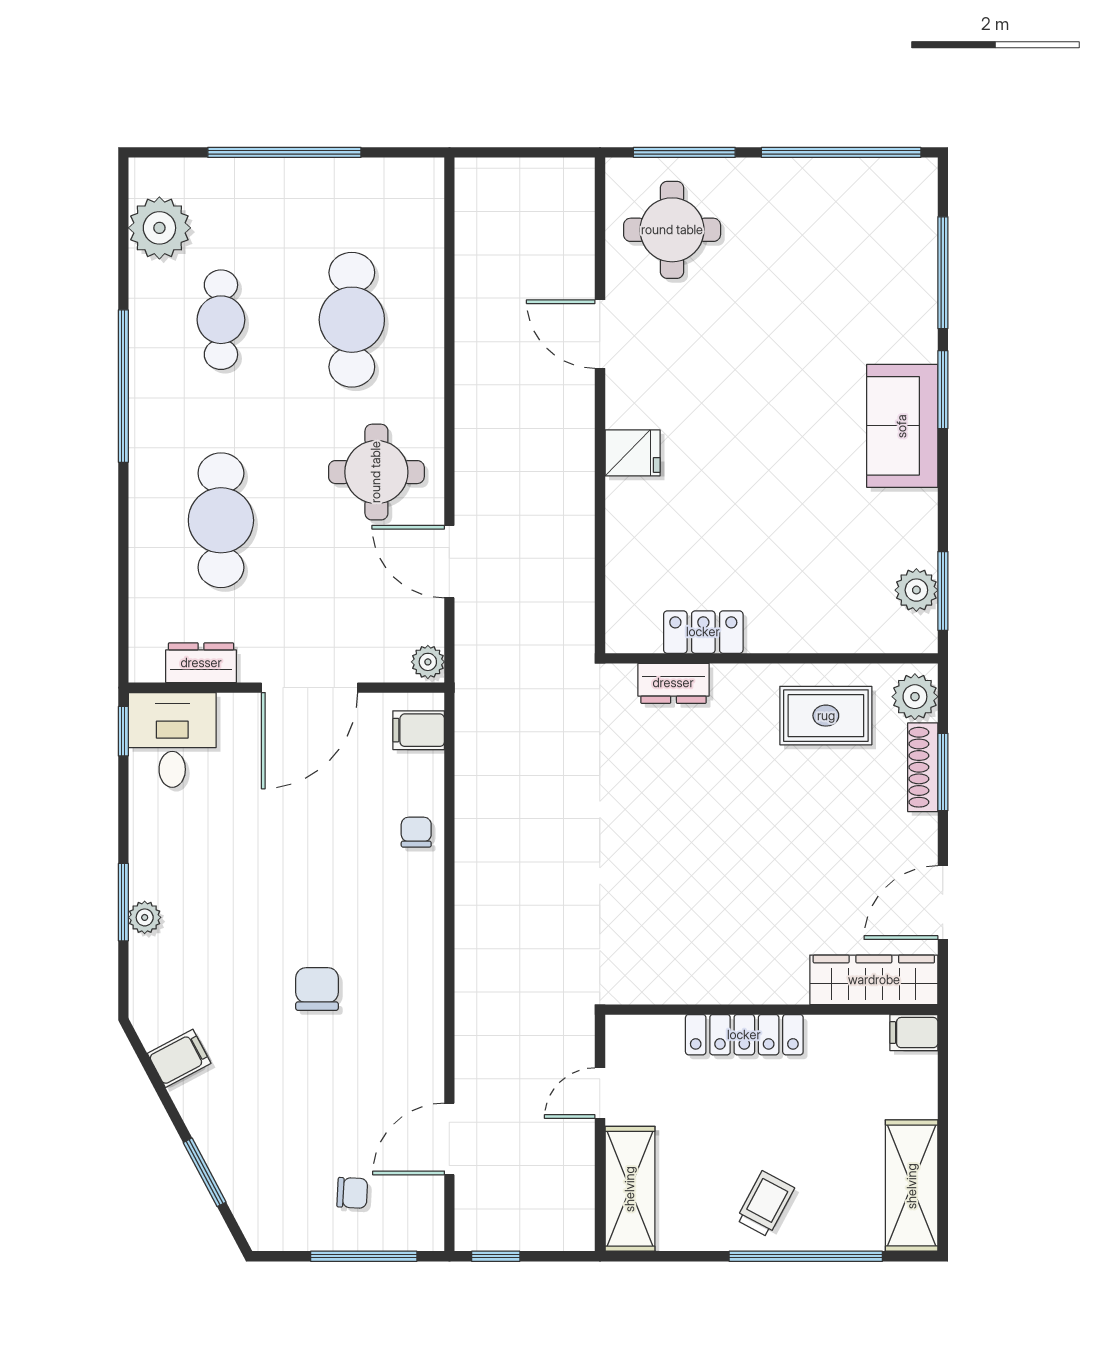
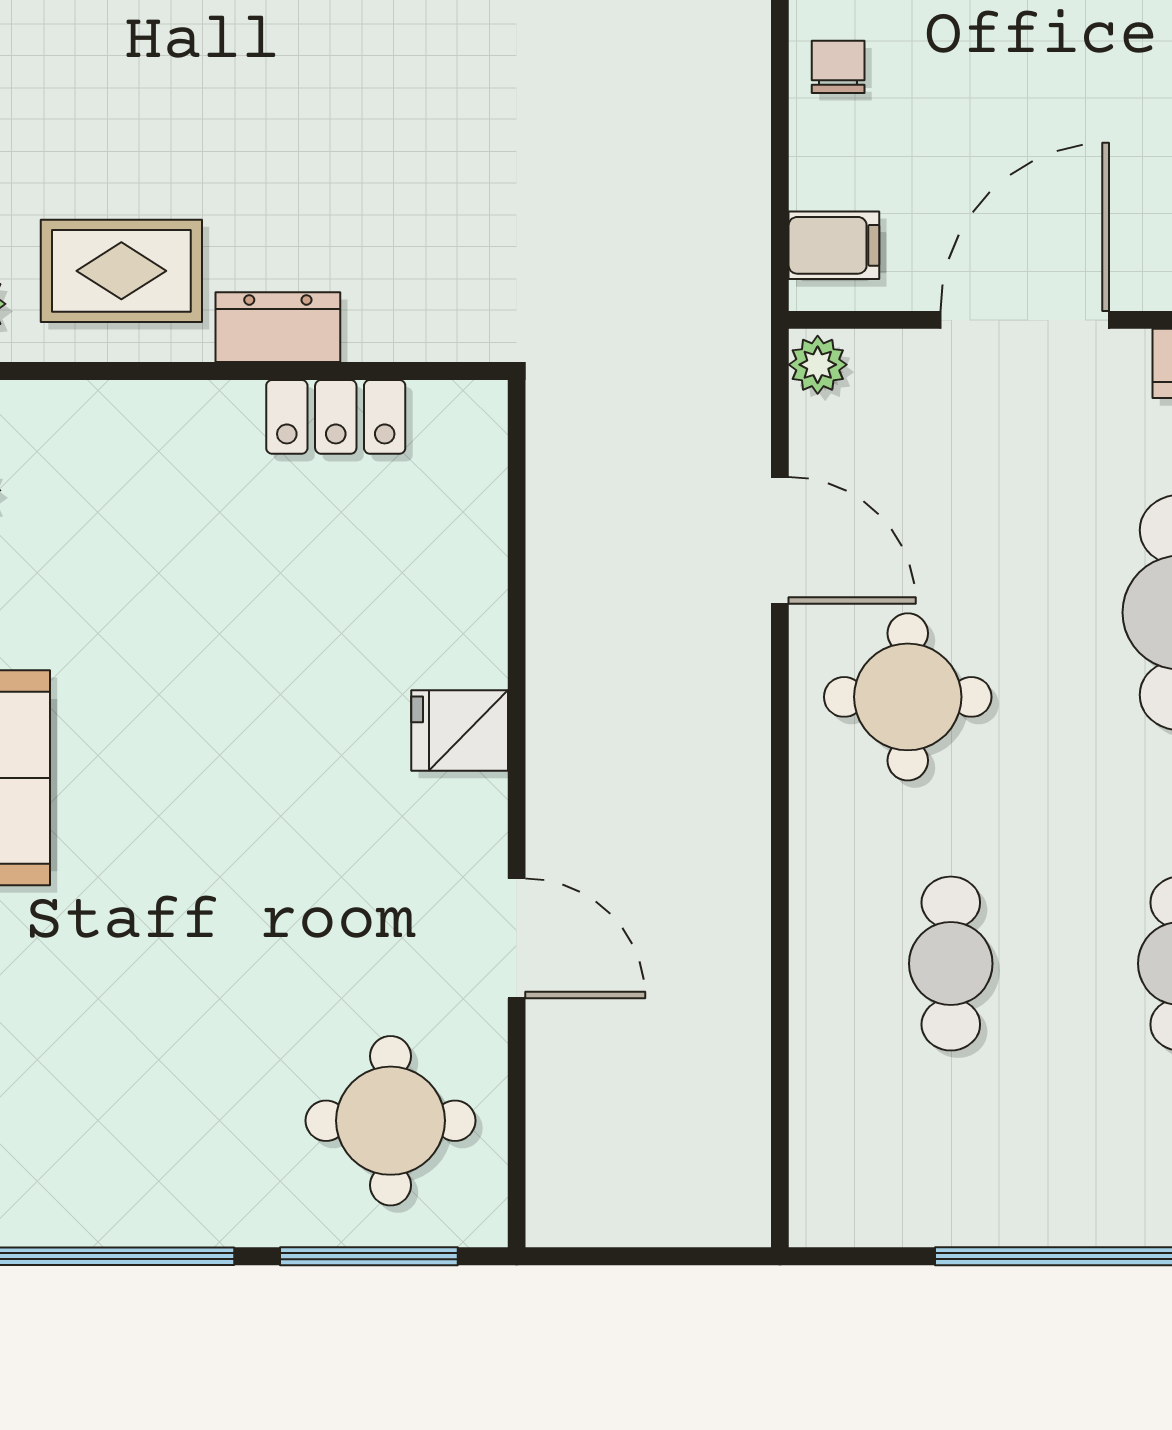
cafe table: (352, 320) -> (951, 964), width x0.73, depth x0.74
dresser: (673, 683) -> (278, 327), moved
chair: (416, 832) -> (838, 67), turned 180

